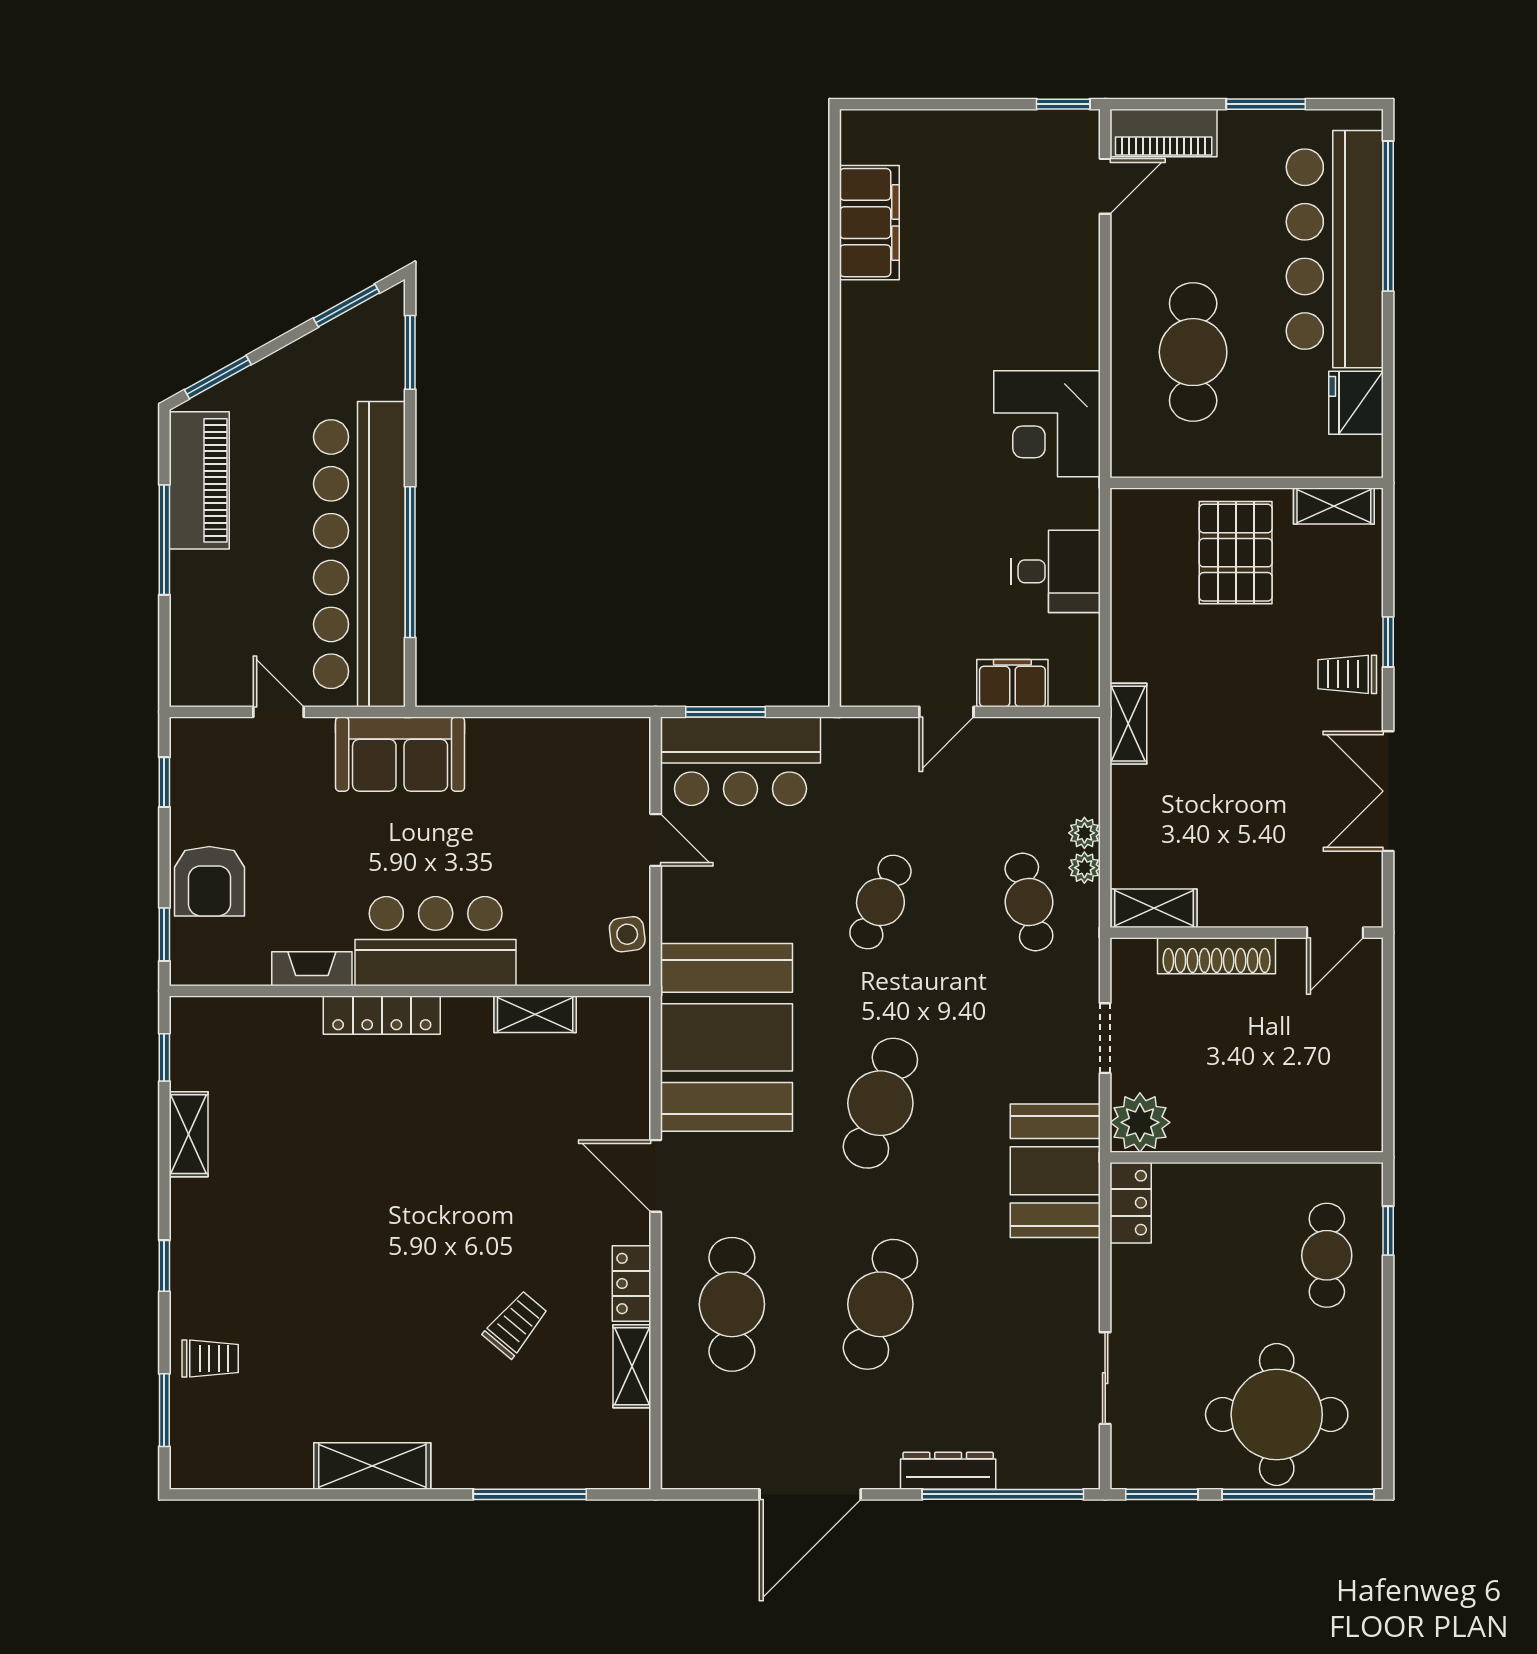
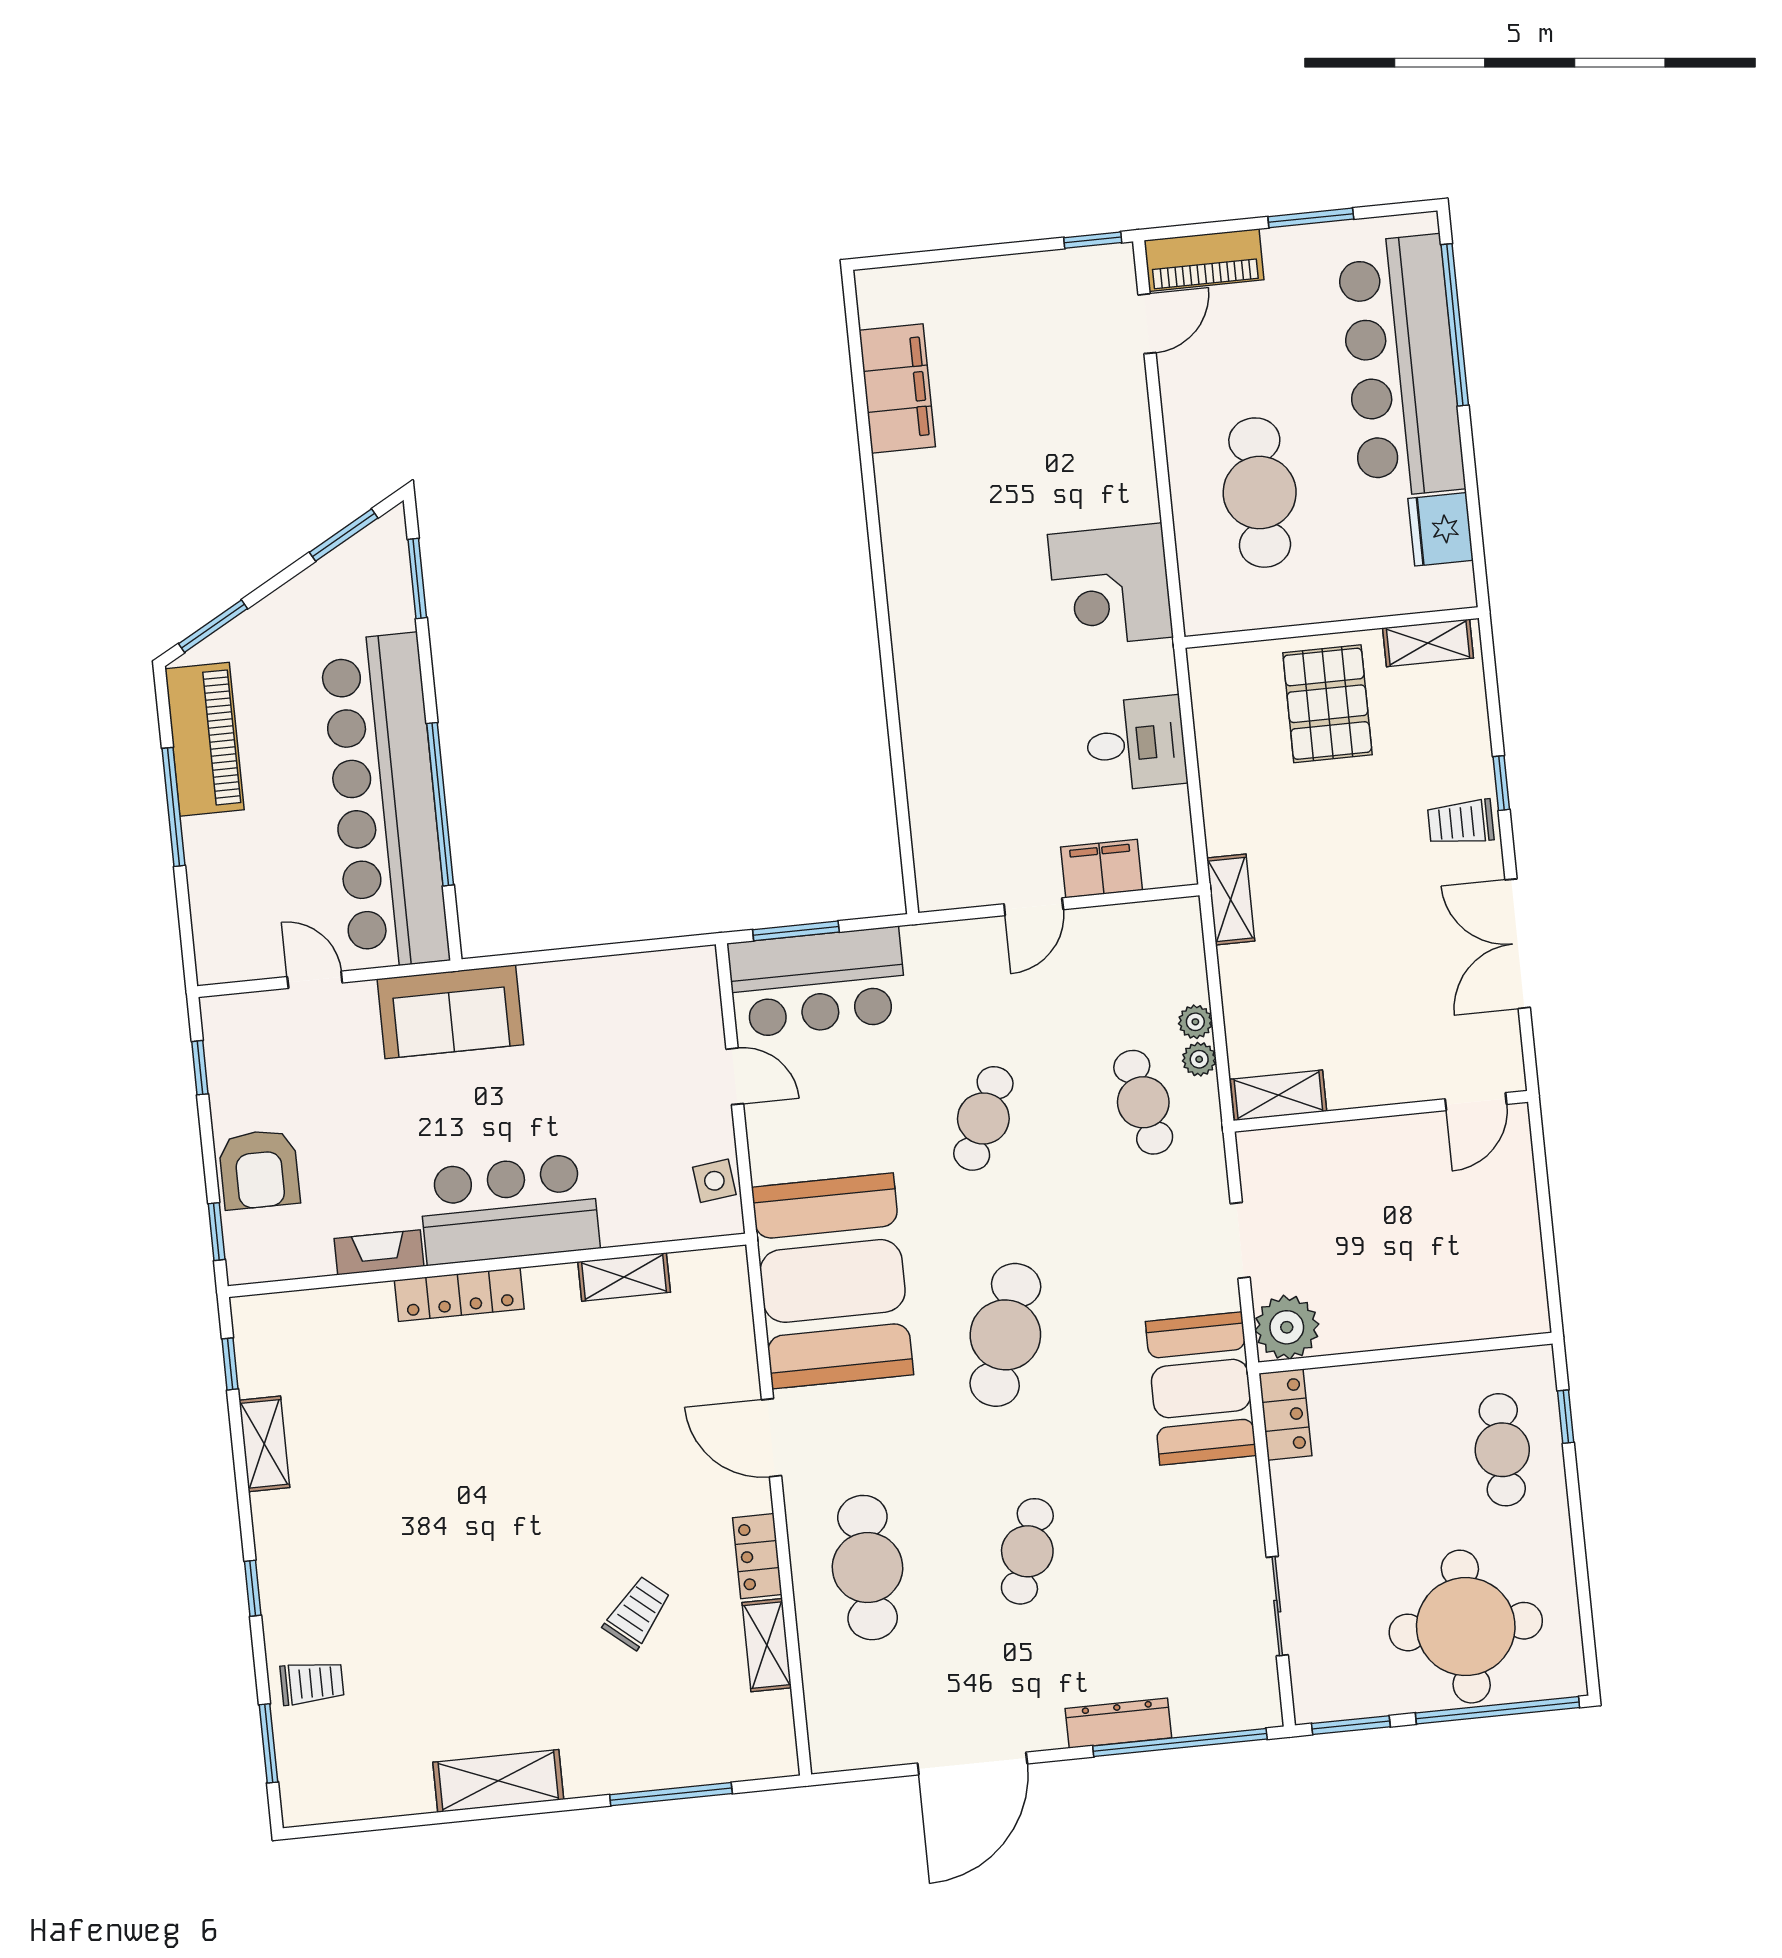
shoe rack: (1217, 956) -> (1351, 1139), removed
cafe table: (880, 1304) -> (1027, 1551), width x0.73, depth x0.74

